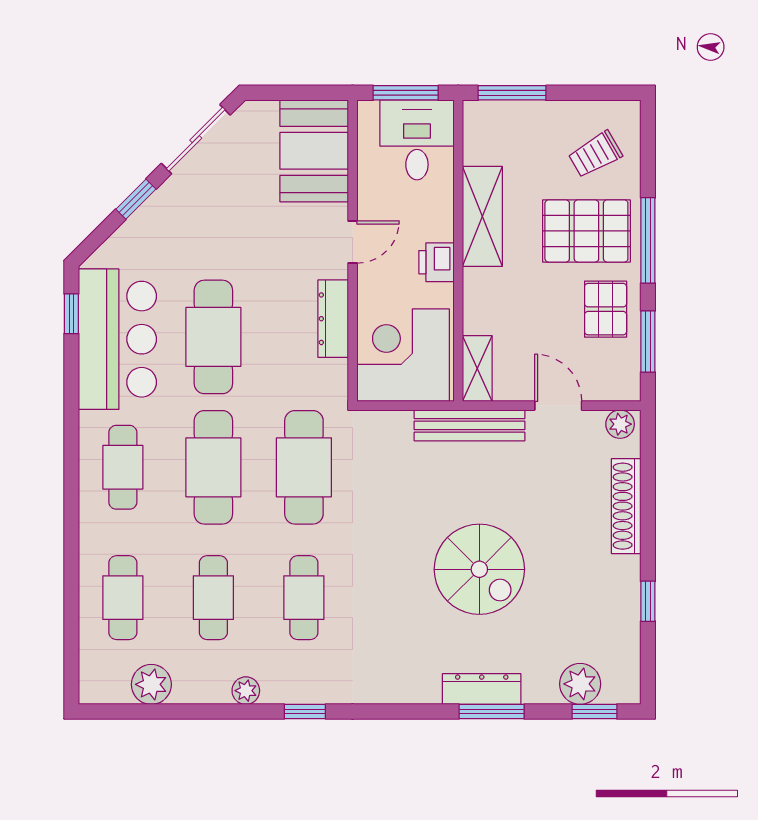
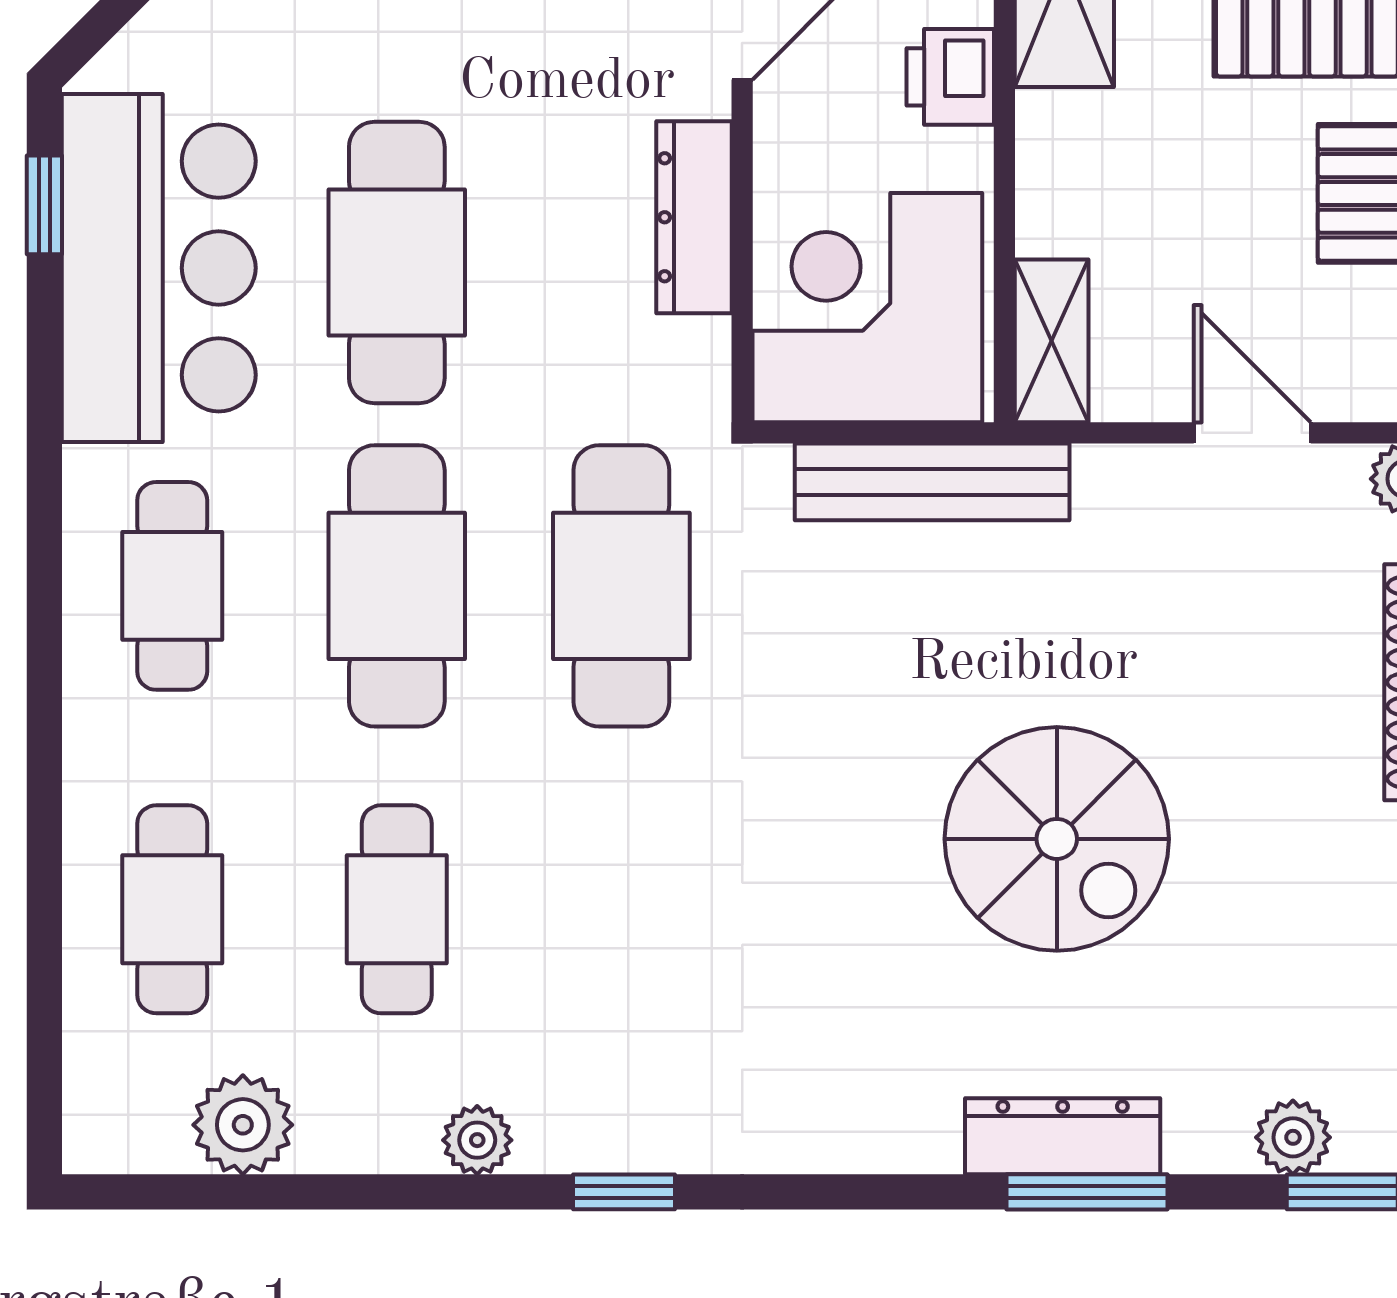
bench: (470, 425) -> (932, 482), moved
cafe table: (304, 598) -> (621, 909), removed
plant: (580, 684) -> (1293, 1137), width x0.73, depth x0.73

